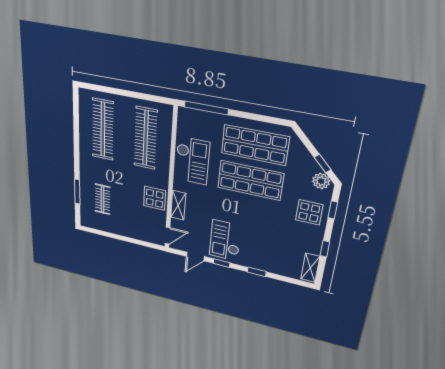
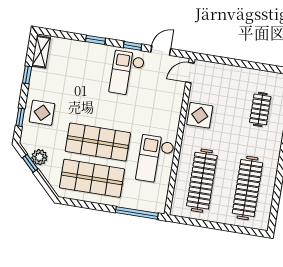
plant: (321, 181) -> (39, 157), moved
shelving: (178, 205) -> (174, 109), removed
checkout: (225, 240) -> (127, 73), turned 180

